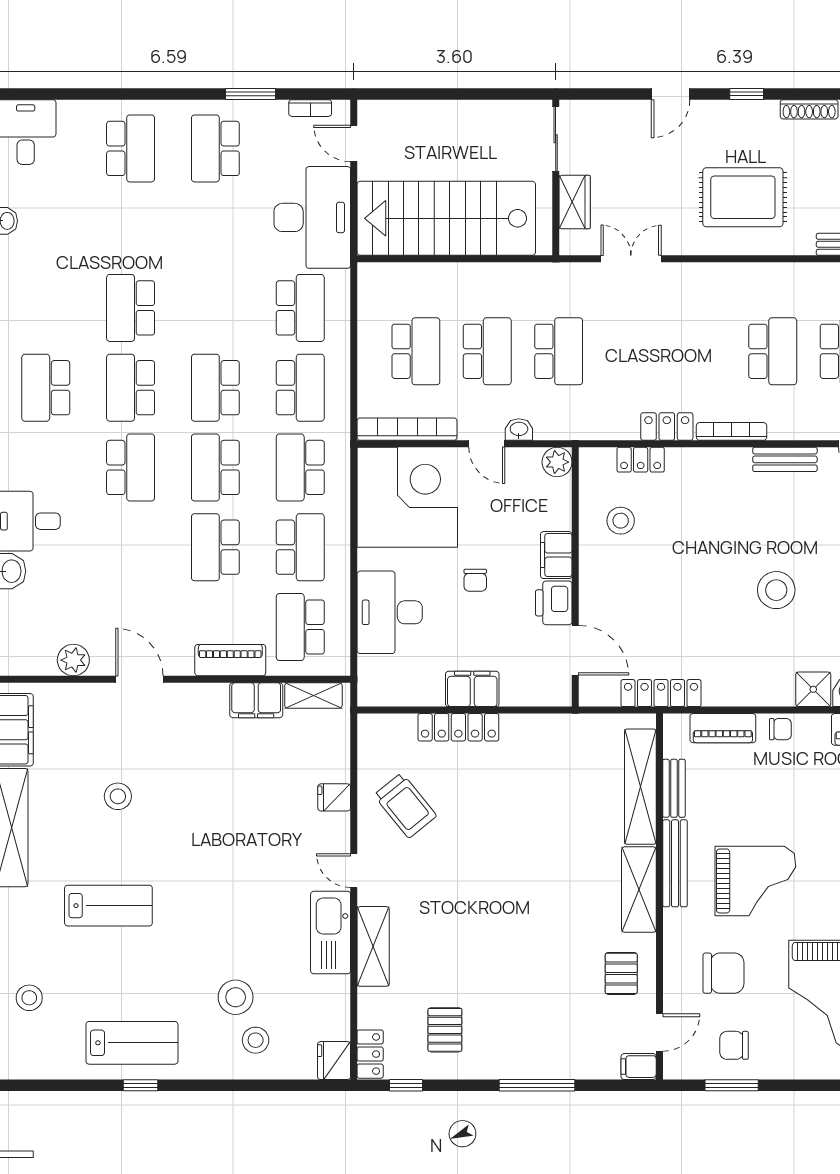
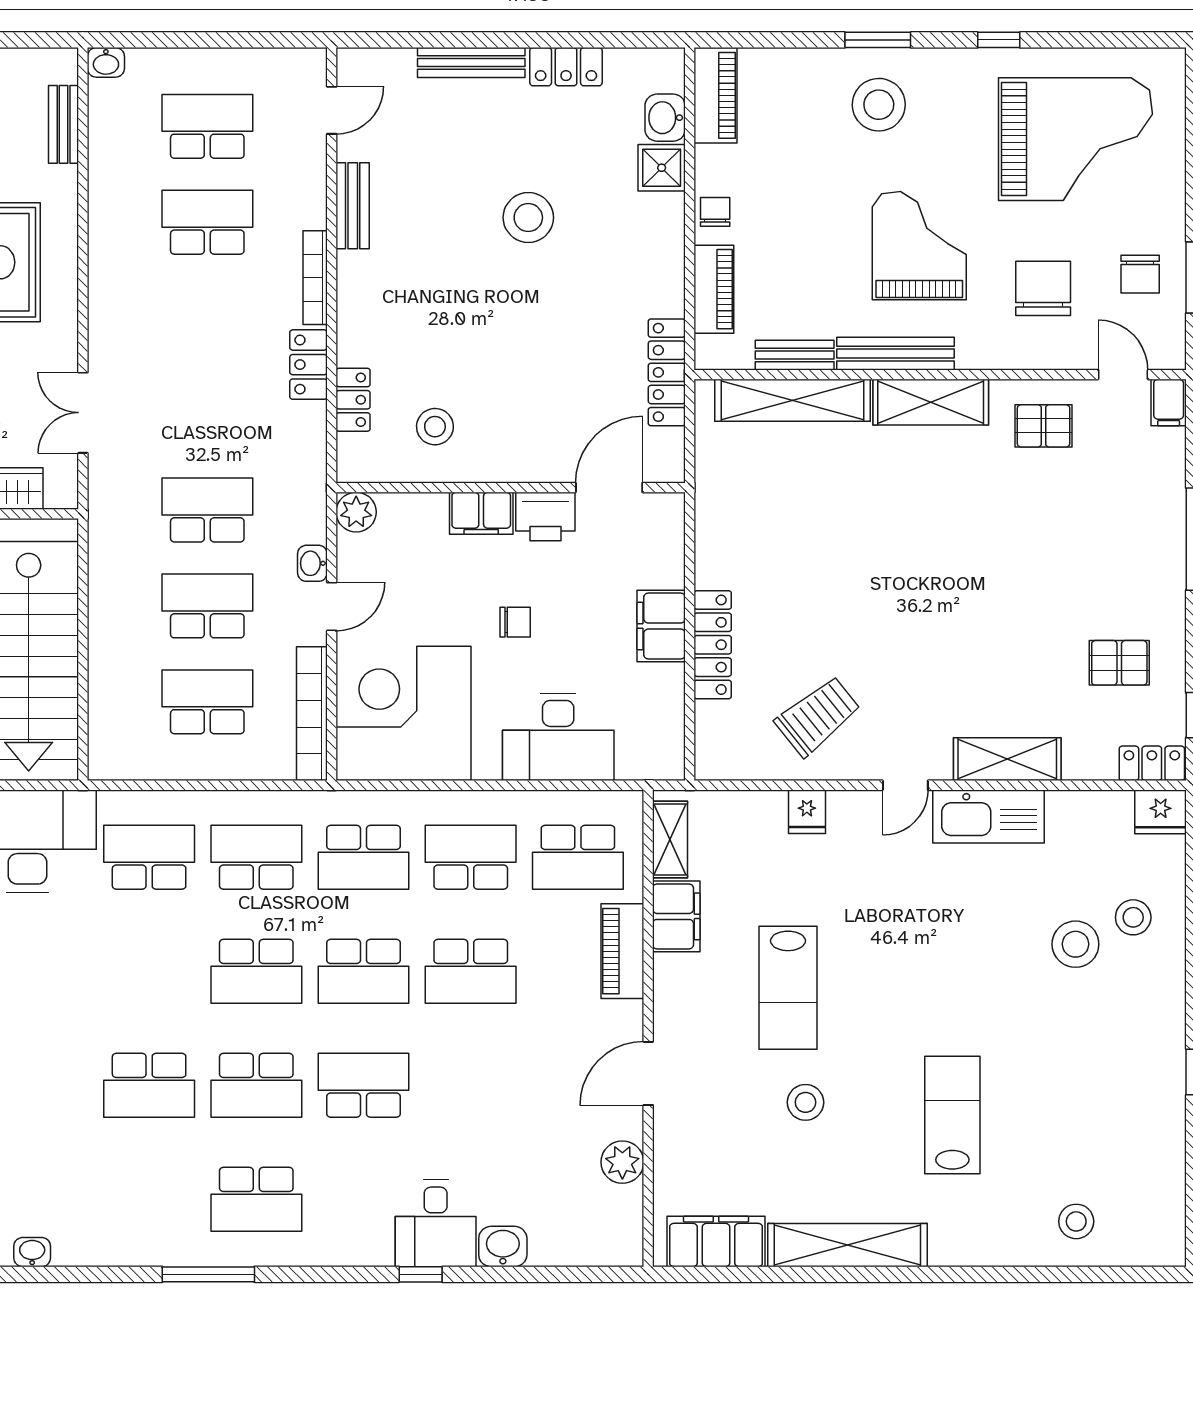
lab bench: (132, 1043) -> (788, 988), moved, turned 180

